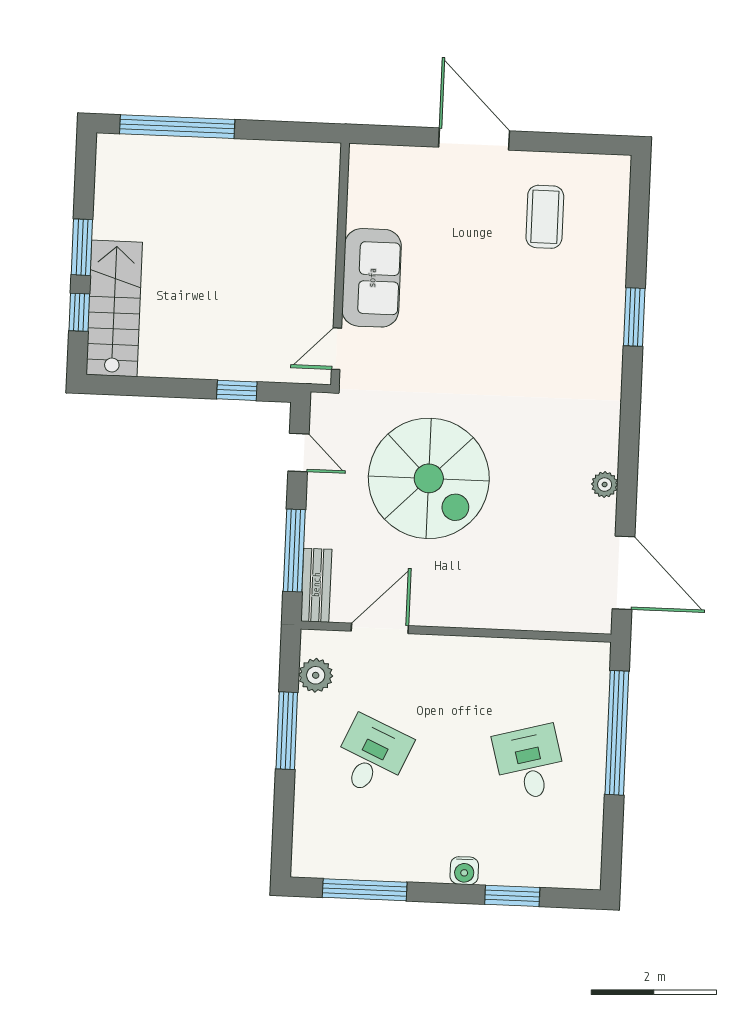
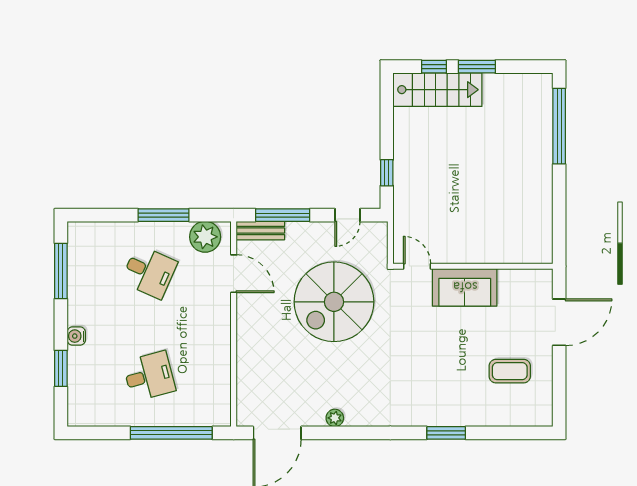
wall: (340, 264) -> (473, 266), moved
sofa: (372, 278) -> (465, 287), moved
door: (337, 349) -> (417, 266), moved
plant: (316, 675) -> (205, 237), width x1.36, depth x1.36

